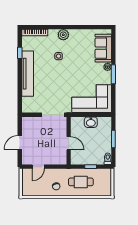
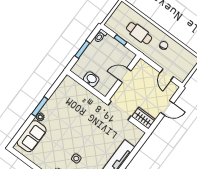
corner sofa: (92, 99) -> (75, 99), removed
wardrobe: (31, 122) -> (144, 118), added
door: (69, 143) -> (125, 75), hinge flipped
door: (38, 167) -> (167, 75), swing flipped

